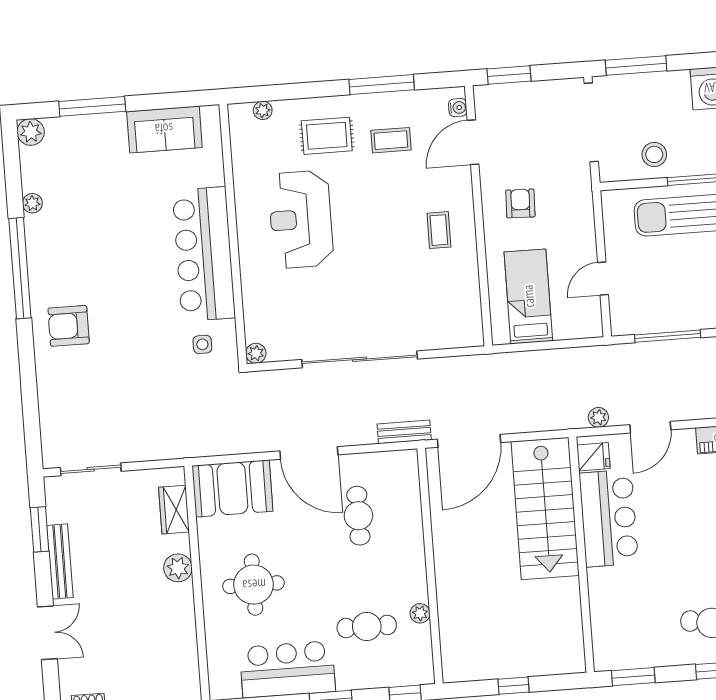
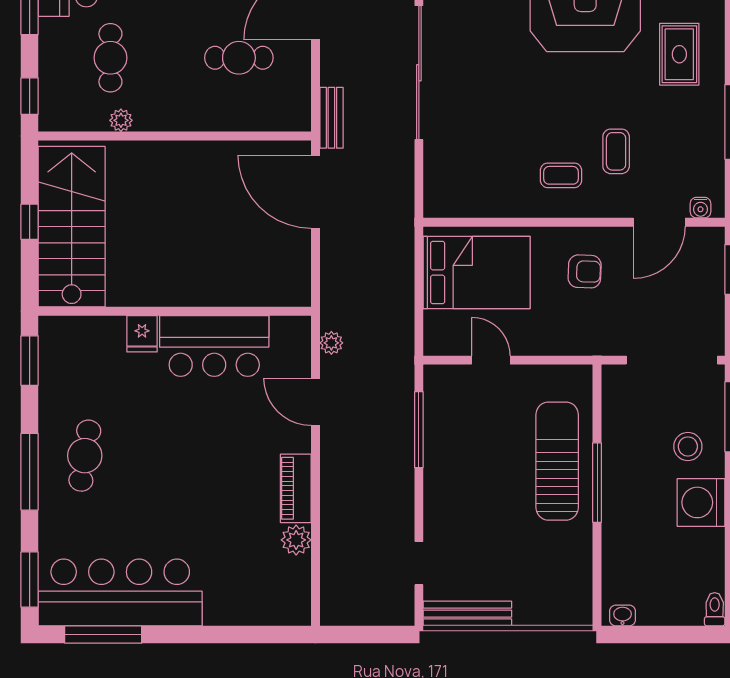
coffee table: (391, 140) -> (616, 151), moved
door: (473, 142) -> (659, 222), swing flipped
stool: (654, 154) -> (688, 446), moved
bed: (528, 296) -> (477, 273), width x1.50
fridge: (593, 457) -> (142, 334), moved
stairs: (545, 509) -> (72, 227), moved, turned 90

